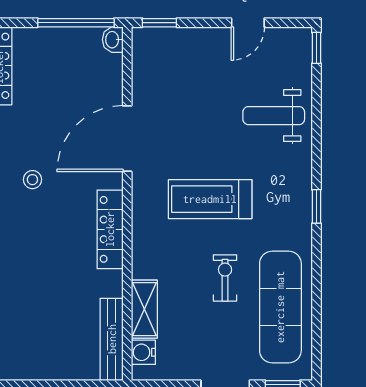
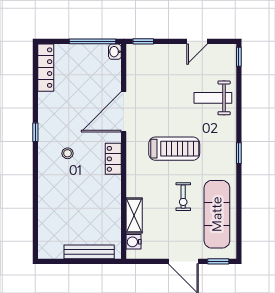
stool: (32, 180) -> (68, 153), moved
treadmill: (210, 199) -> (174, 149), turned 180
locker: (110, 229) -> (113, 159), width x0.66
exercise bike: (225, 278) -> (183, 197), turned 180
bench: (112, 339) -> (89, 252), moved, turned 90

